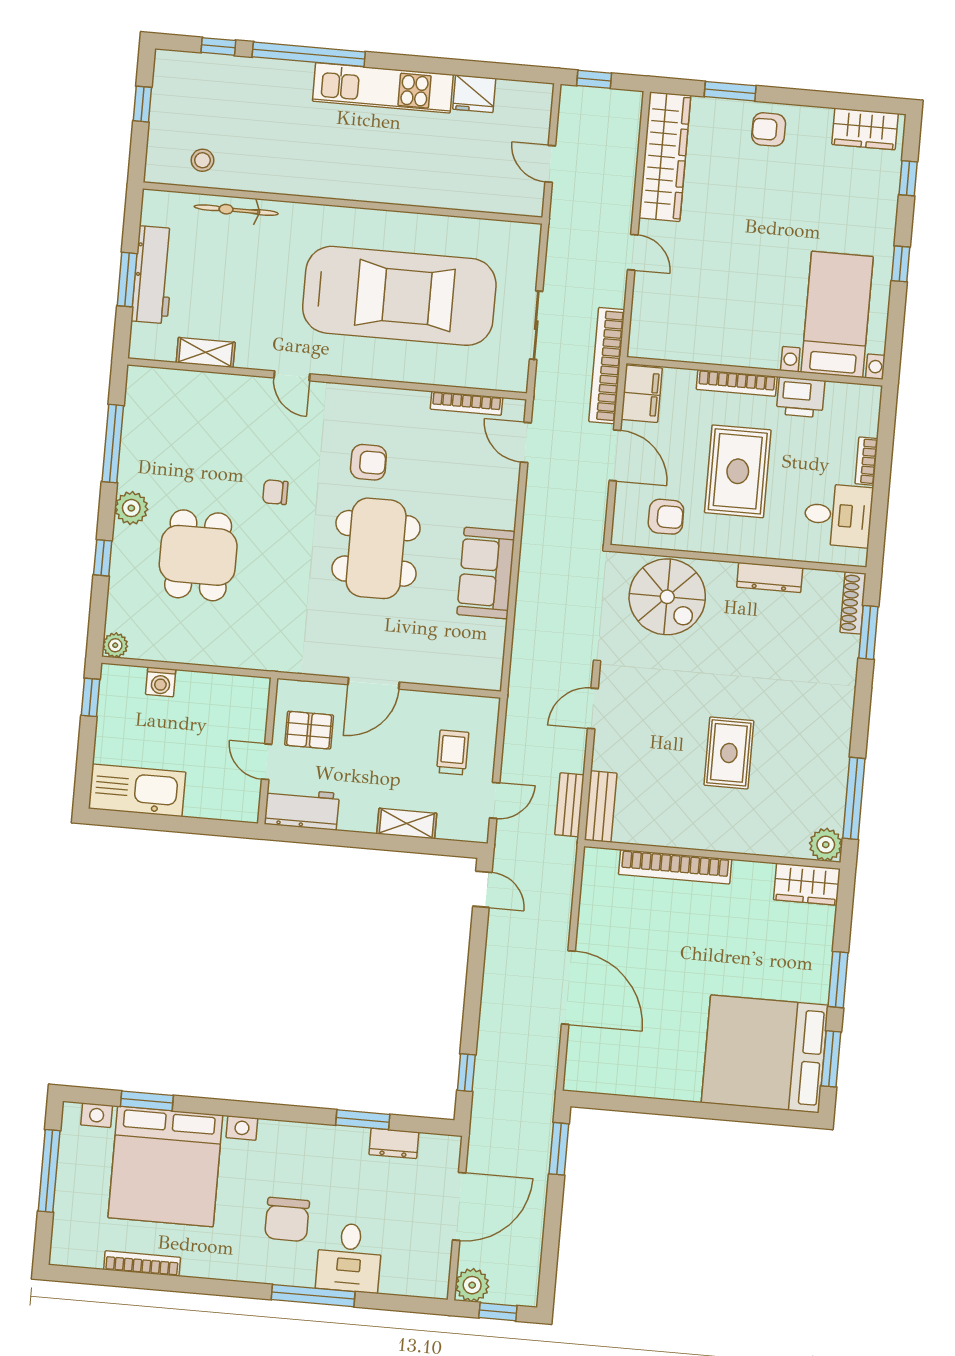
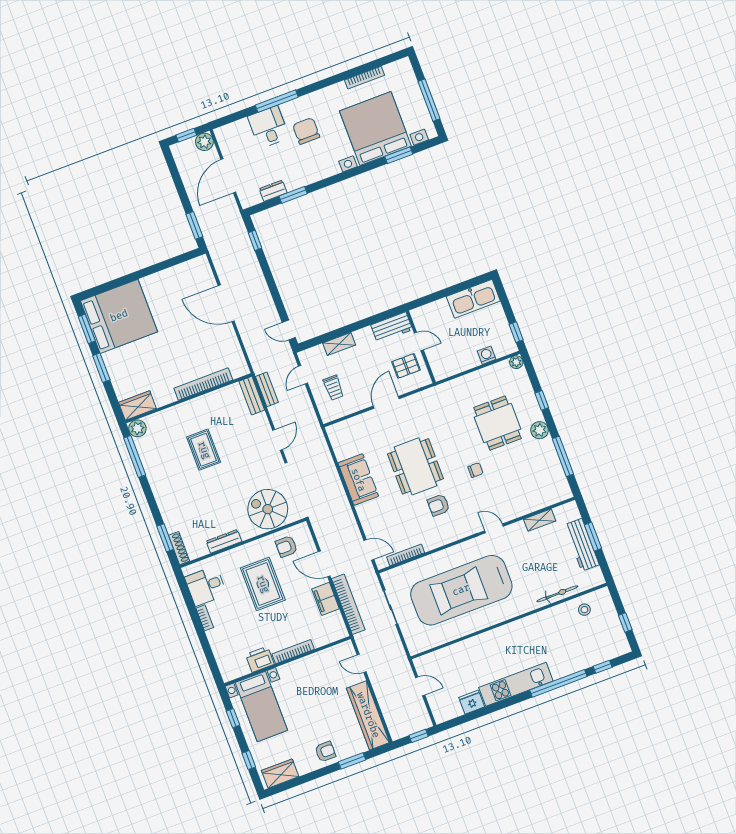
bed with nightstands: (837, 314) -> (261, 706), moved
wall: (755, 371) -> (287, 661), moved
bookcase: (737, 383) -> (293, 652), moved
printer: (801, 397) -> (260, 659), moved

